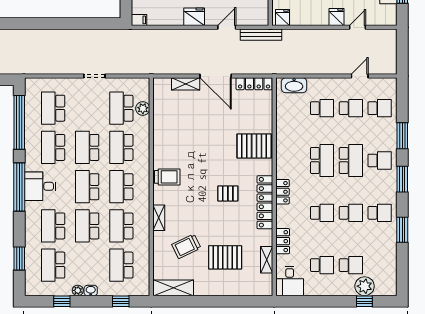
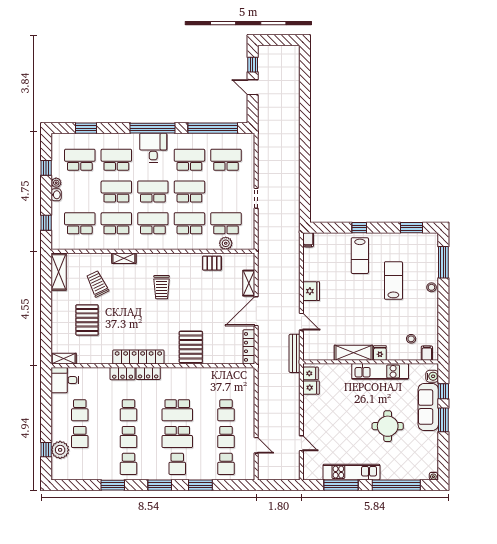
fridge: (336, 17) -> (311, 388), moved
washbasin: (294, 85) -> (247, 384), removed
trolley: (167, 177) -> (162, 287), moved
pallet: (228, 193) -> (212, 263), moved, turned 90
locker: (283, 241) -> (123, 374), moved
shelving: (267, 260) -> (64, 359), moved

